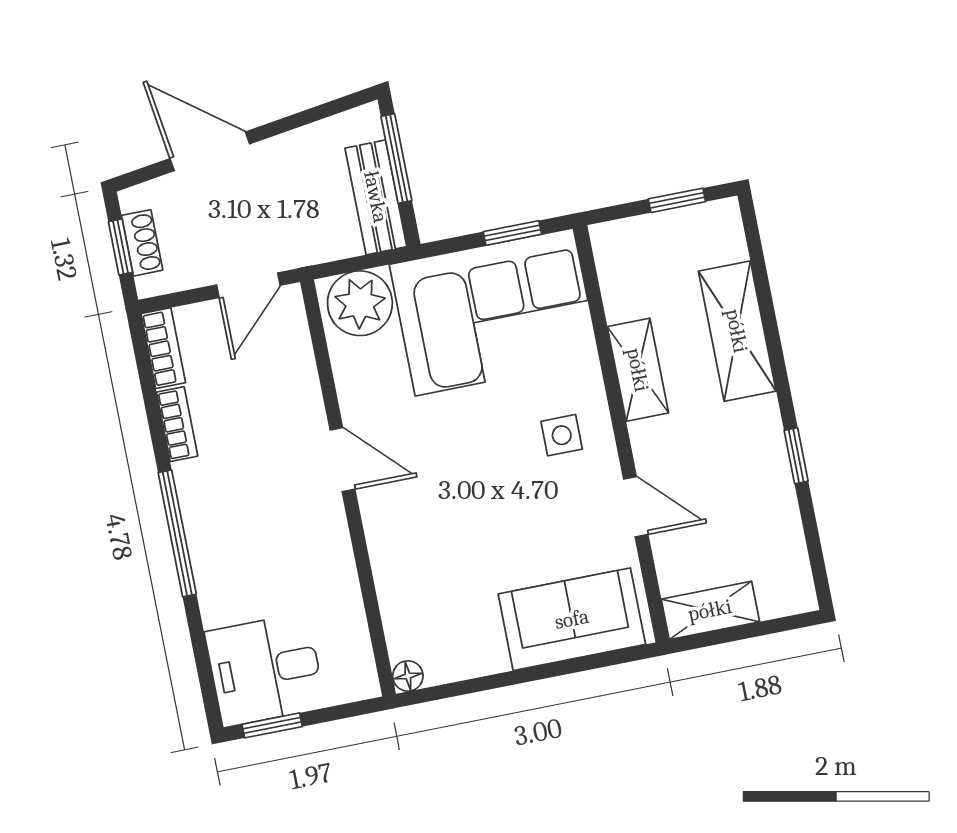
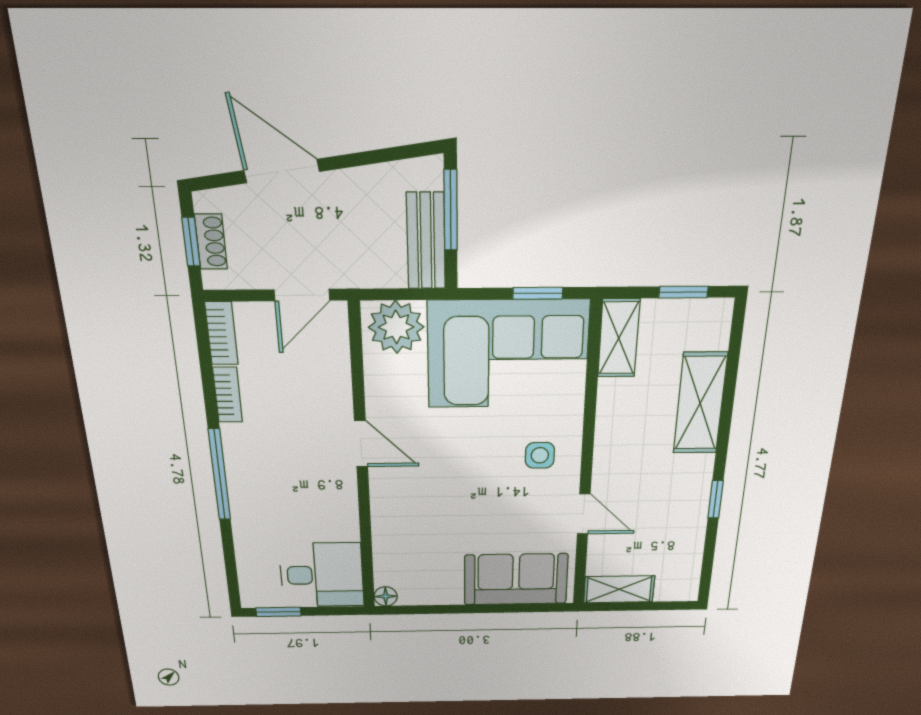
shelving: (638, 370) -> (619, 338), moved
desk: (265, 670) -> (322, 575), moved, turned 180

